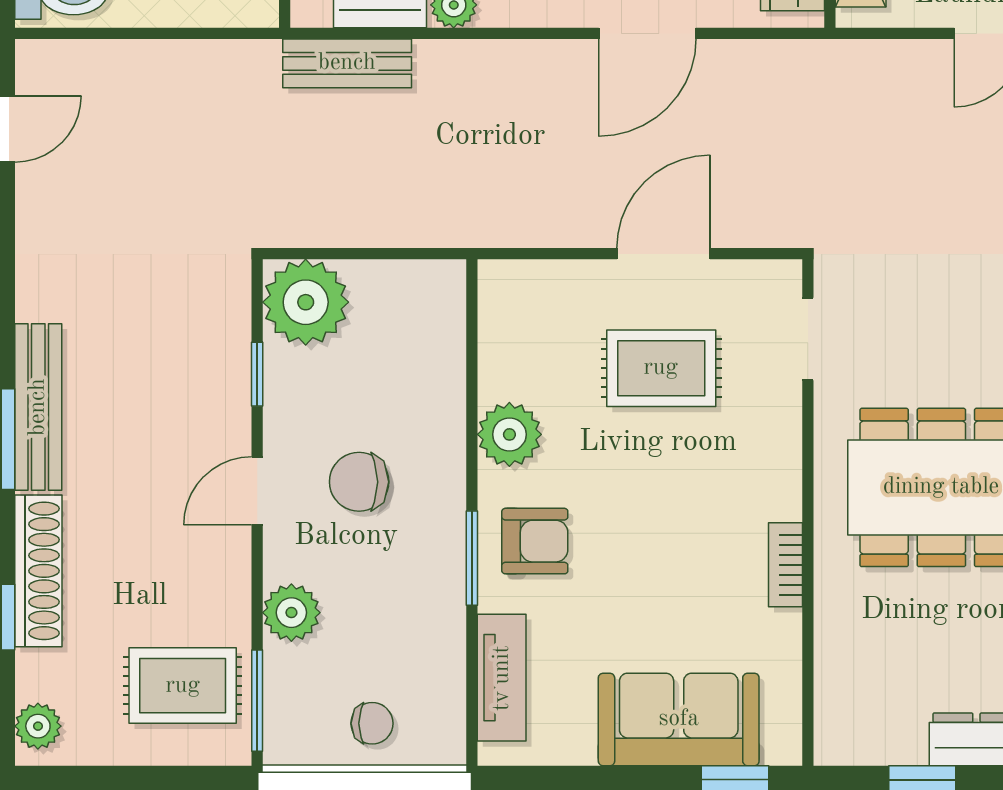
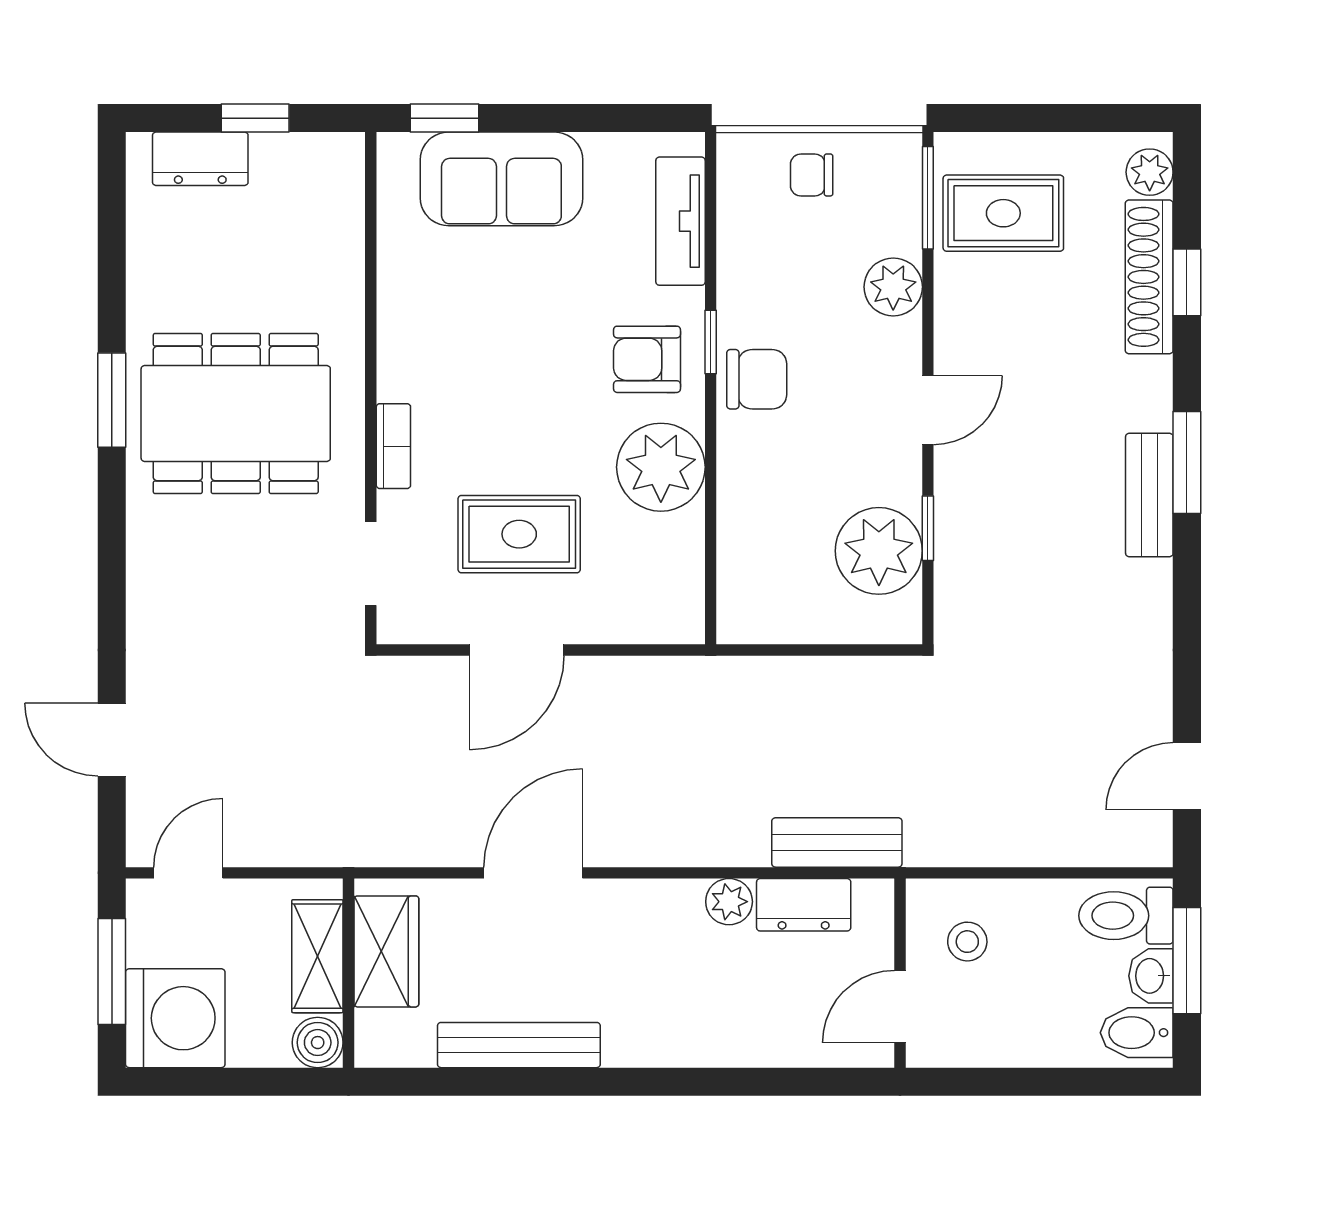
plant: (306, 302) -> (879, 551), moved
bench: (38, 407) -> (1149, 495), width x0.73
plant: (509, 434) -> (661, 467), width x1.36, depth x1.36
chair: (359, 482) -> (757, 379), moved
window: (472, 558) -> (711, 342), width x0.67
bookcase: (786, 565) -> (393, 446), moved
shoe rack: (38, 571) -> (1149, 277), moved

